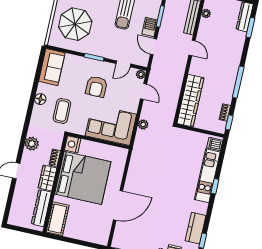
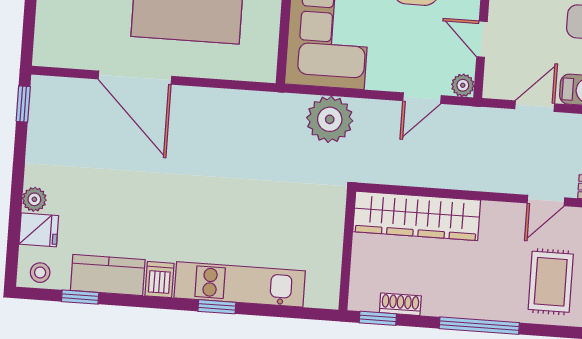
rug: (225, 51) -> (551, 282), added
plant: (143, 124) -> (330, 119), width x1.87, depth x1.87
dishwasher: (215, 144) -> (159, 280), moved

